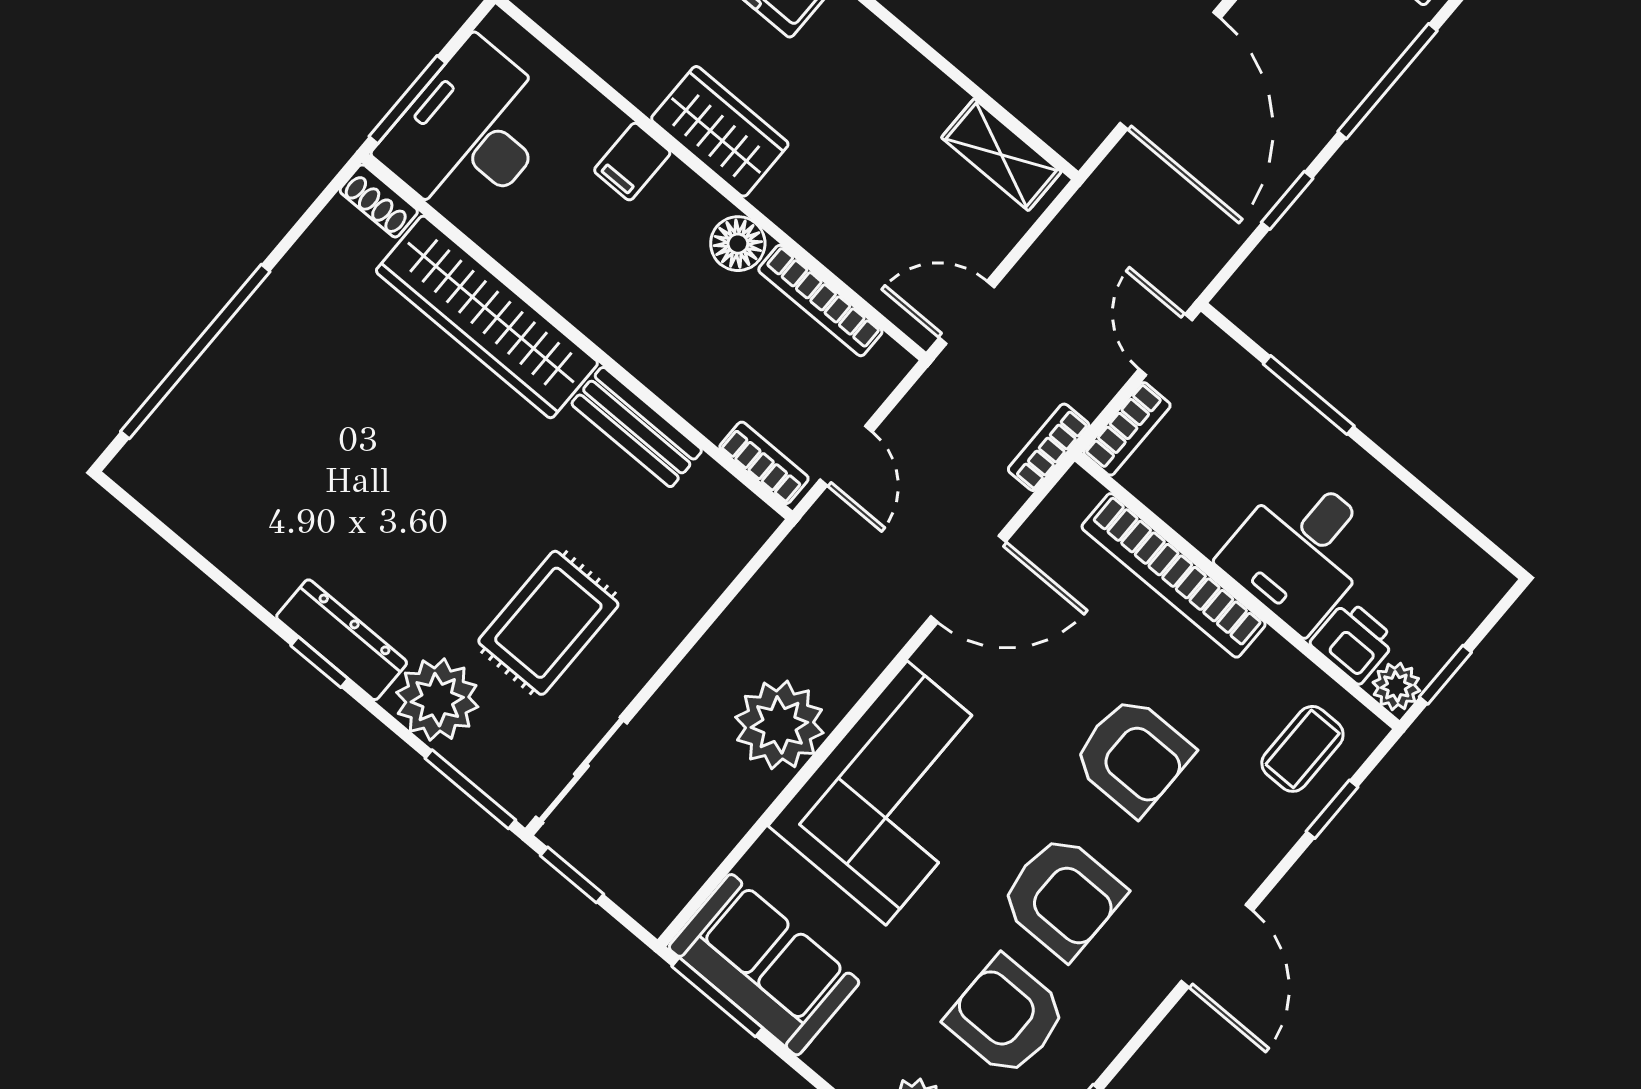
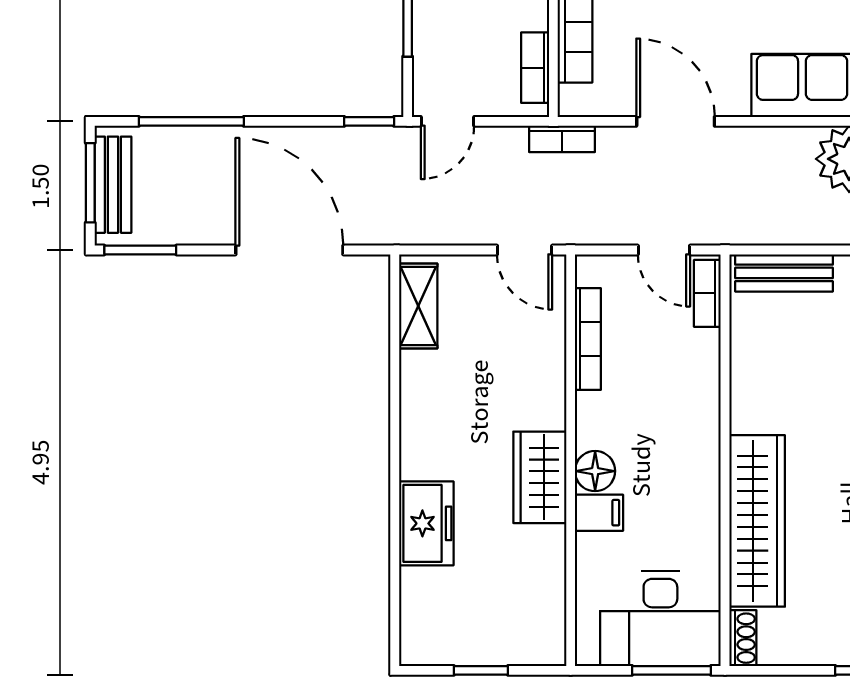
door: (1170, 71) -> (289, 250), hinge flipped
window: (1287, 200) -> (369, 121), moved
floor lamp: (738, 244) -> (595, 471), moved
bench: (637, 427) -> (784, 273), moved, turned 90
bookcase: (1127, 429) -> (535, 68), moved, turned -90
door: (846, 456) -> (664, 250), swing flipped

